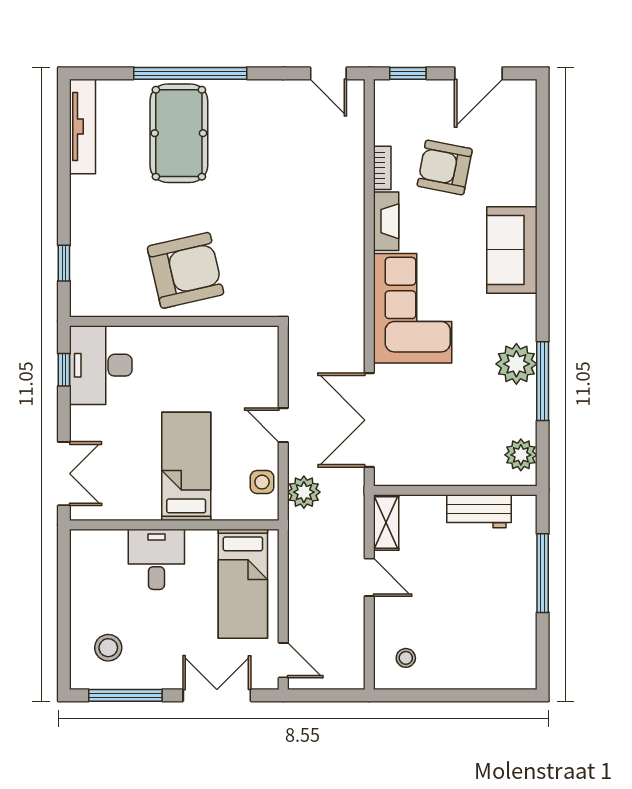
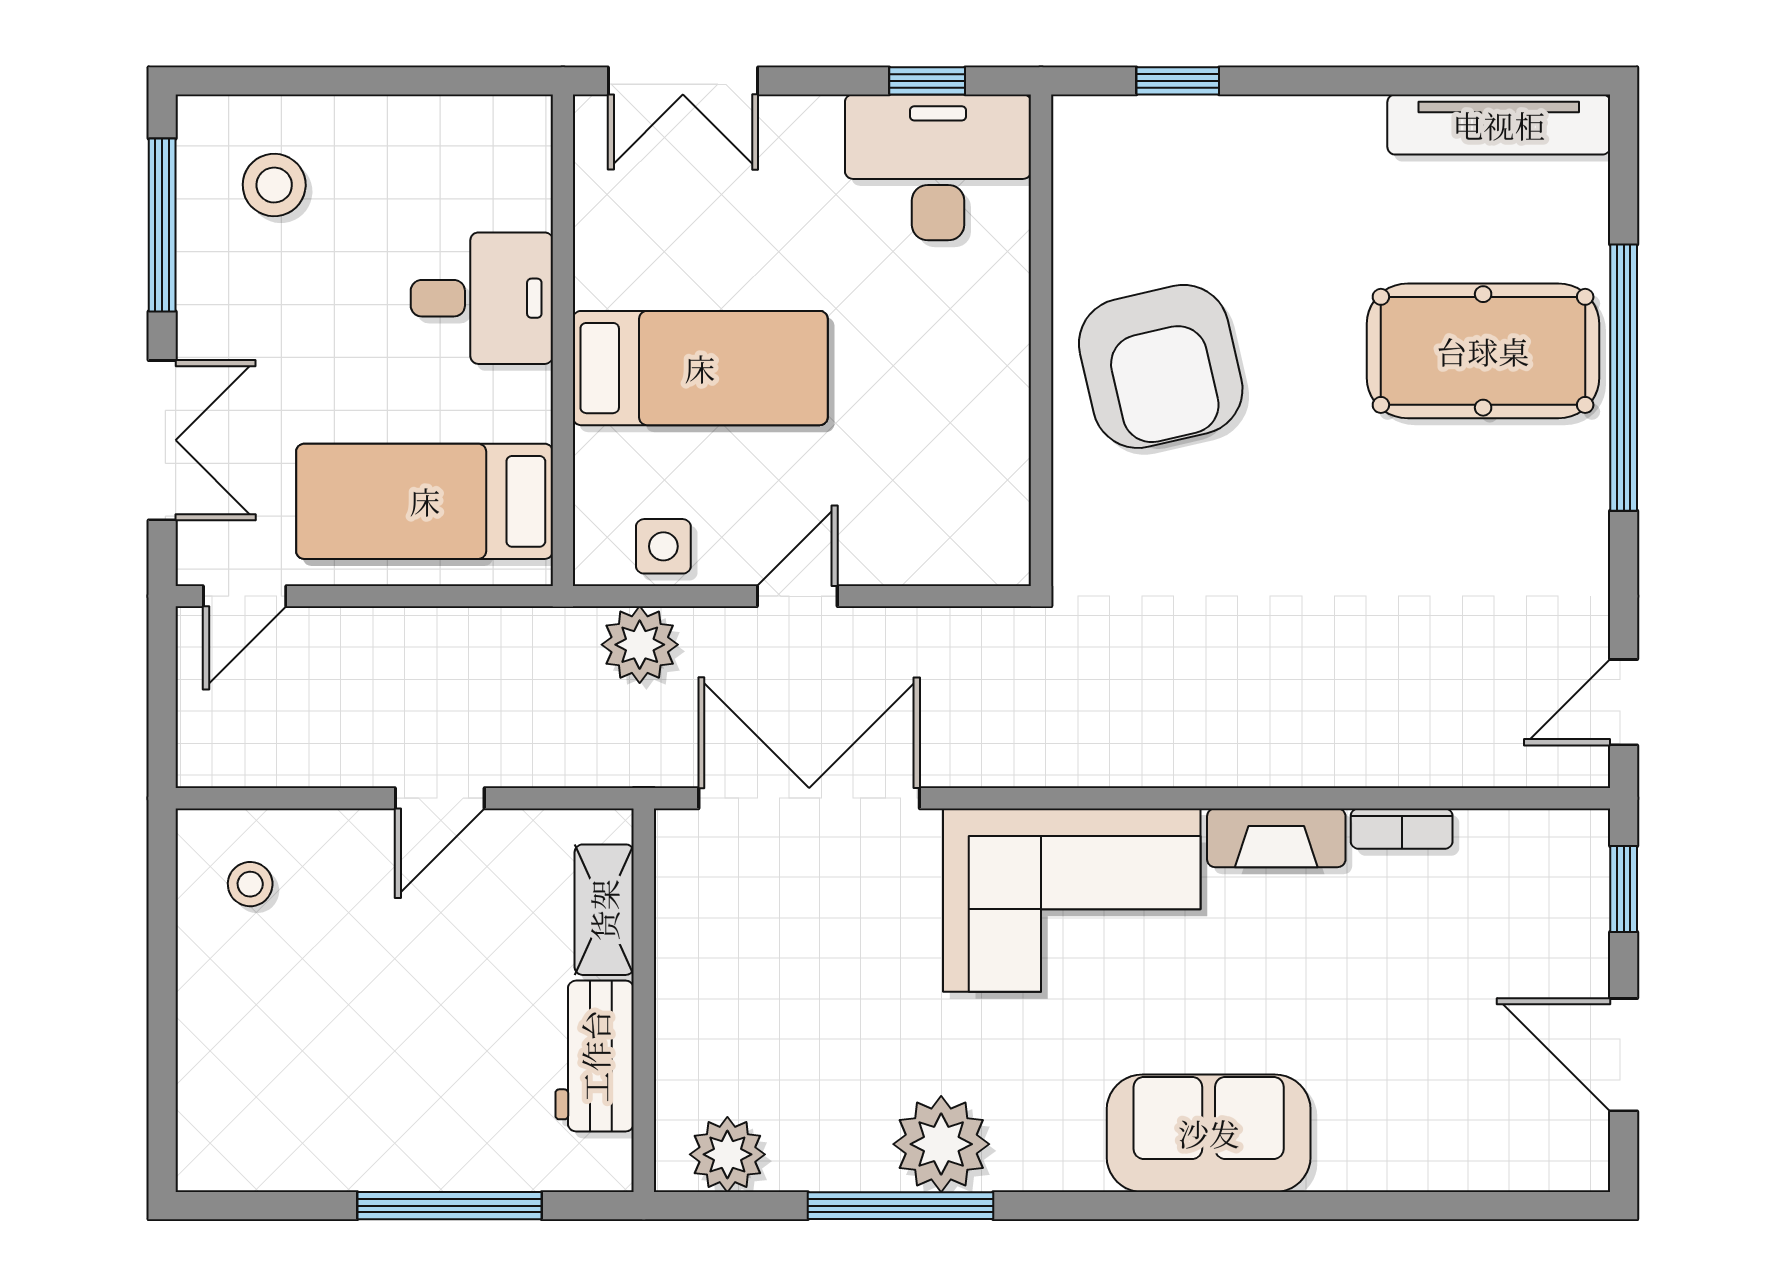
armchair: (445, 167) -> (1402, 975), removed
shelving: (386, 523) -> (604, 910), moved, turned 90

